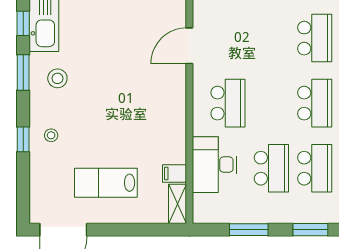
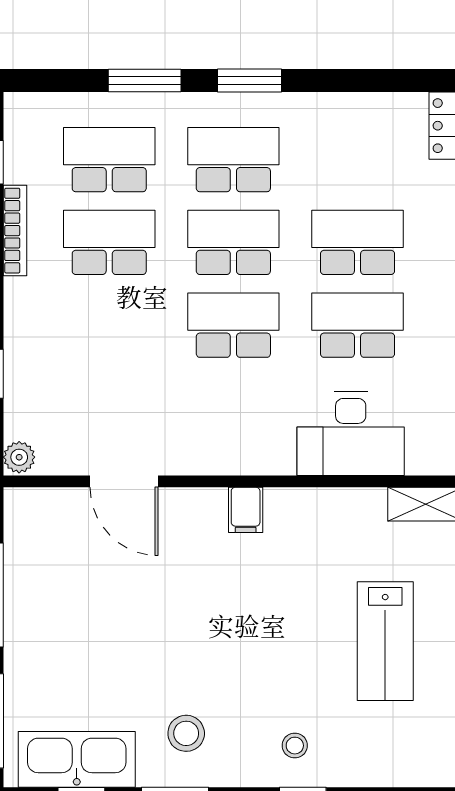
school desk: (228, 103) -> (233, 325), moved
filing cabinet: (175, 173) -> (246, 510), moved

